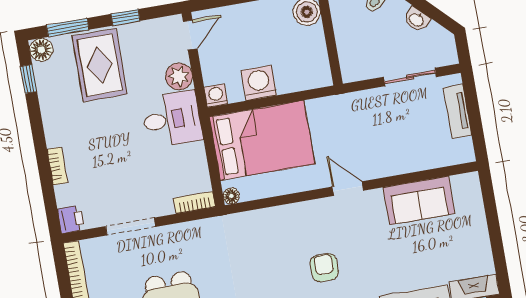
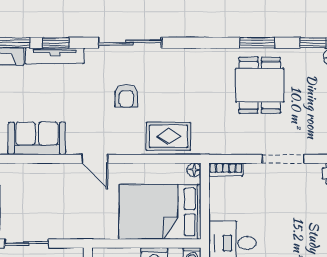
rug: (268, 229) -> (168, 136), added

